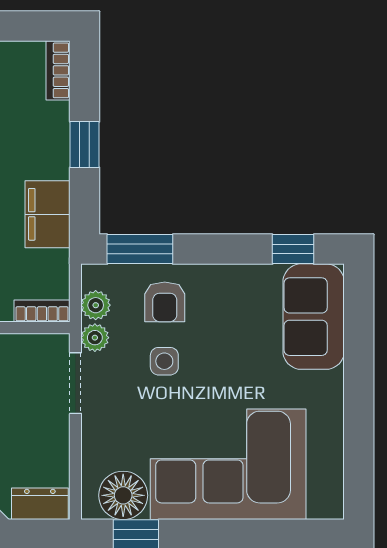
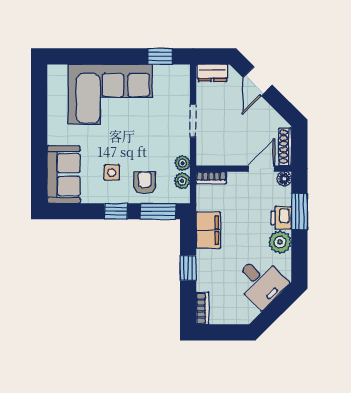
window: (293, 249) -> (116, 211), moved
side table: (164, 361) -> (112, 173), moved
doorway: (75, 383) -> (193, 121), moved
floor lamp: (123, 495) -> (167, 77), removed

